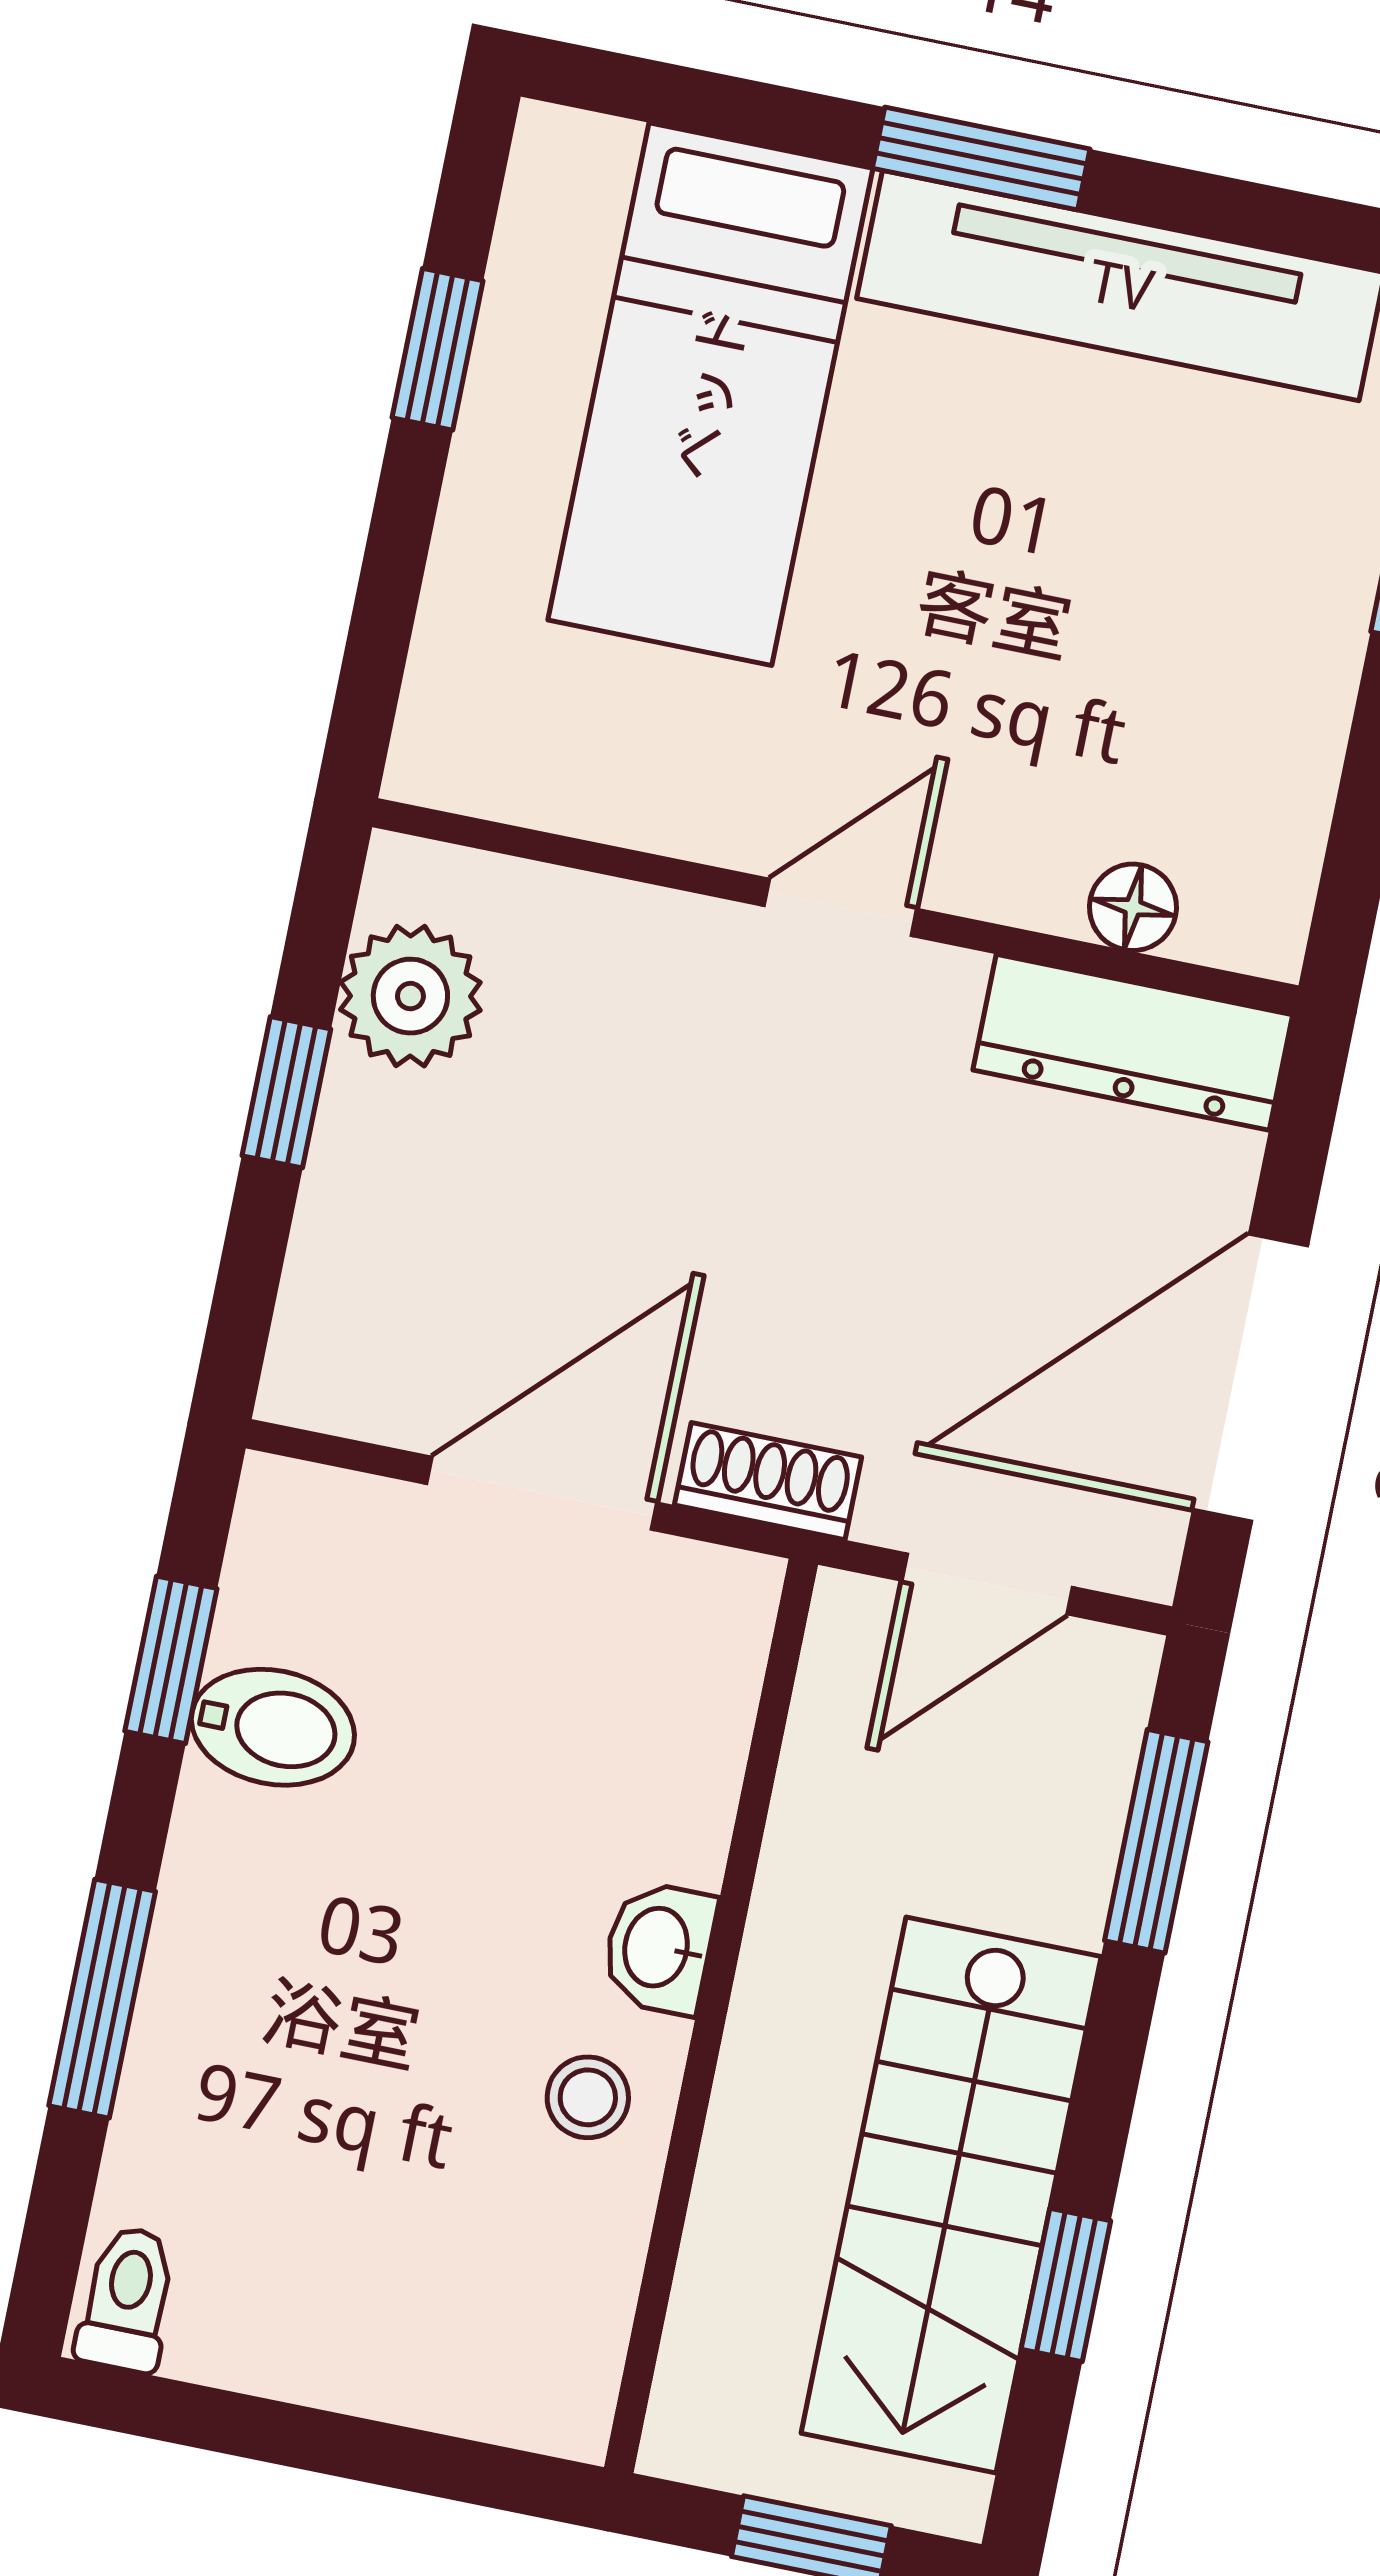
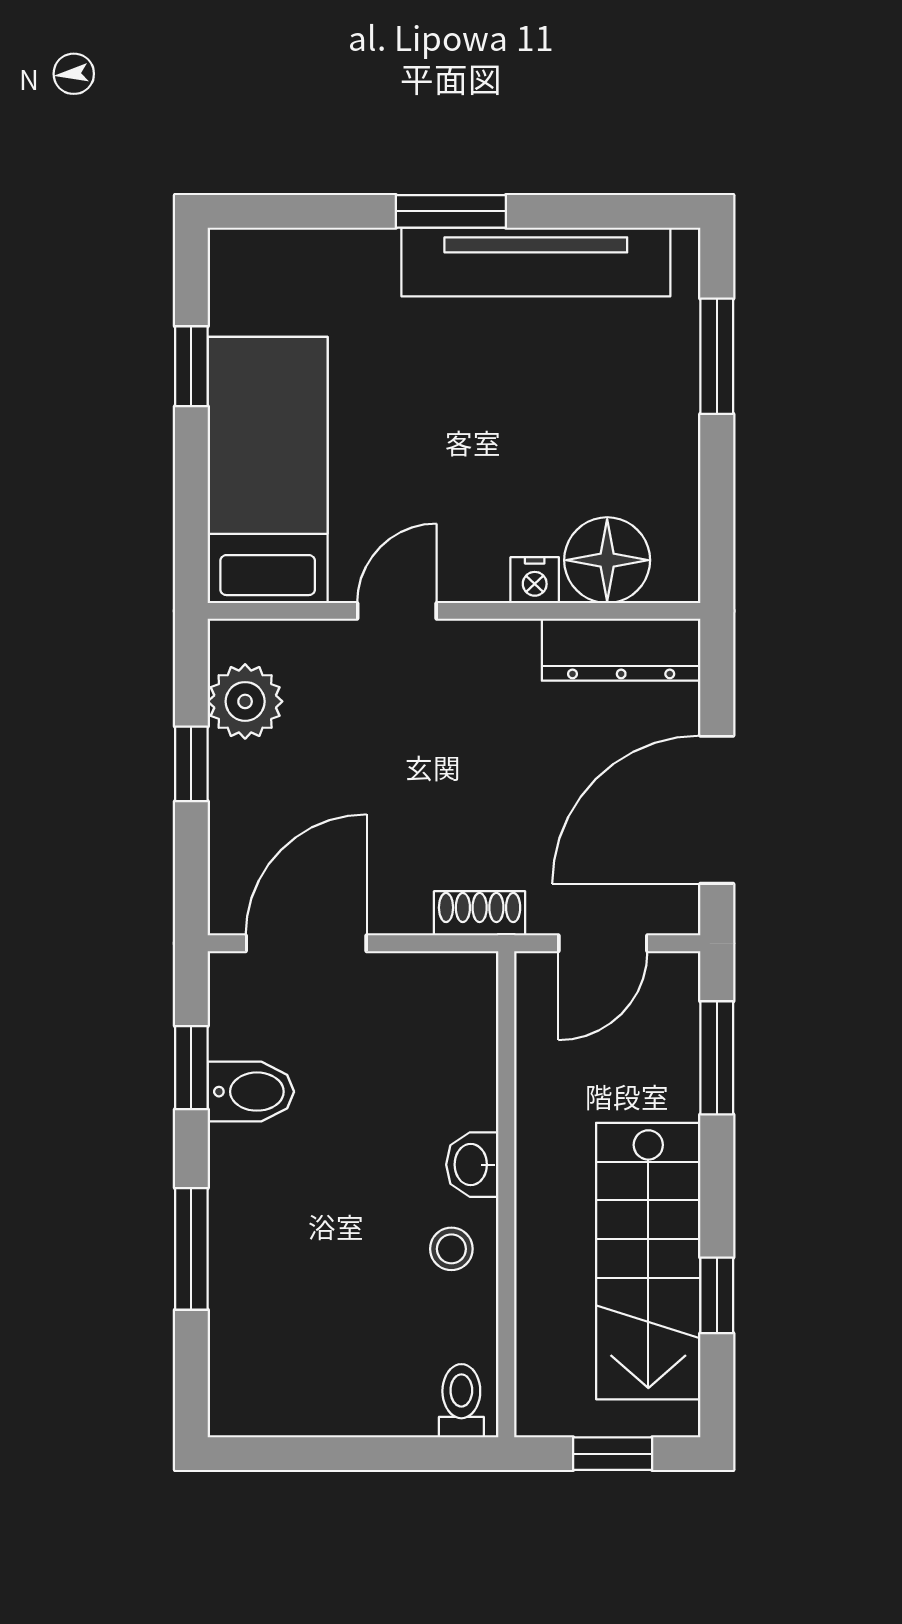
bed: (710, 394) -> (268, 470), moved, turned 180
nightstand: (998, 879) -> (535, 580), added
door: (840, 907) -> (397, 611), moved
floor lamp: (1133, 907) -> (607, 560), width x1.89, depth x1.89
door: (542, 1493) -> (306, 943), moved
toilet: (127, 2299) -> (461, 1401), moved

